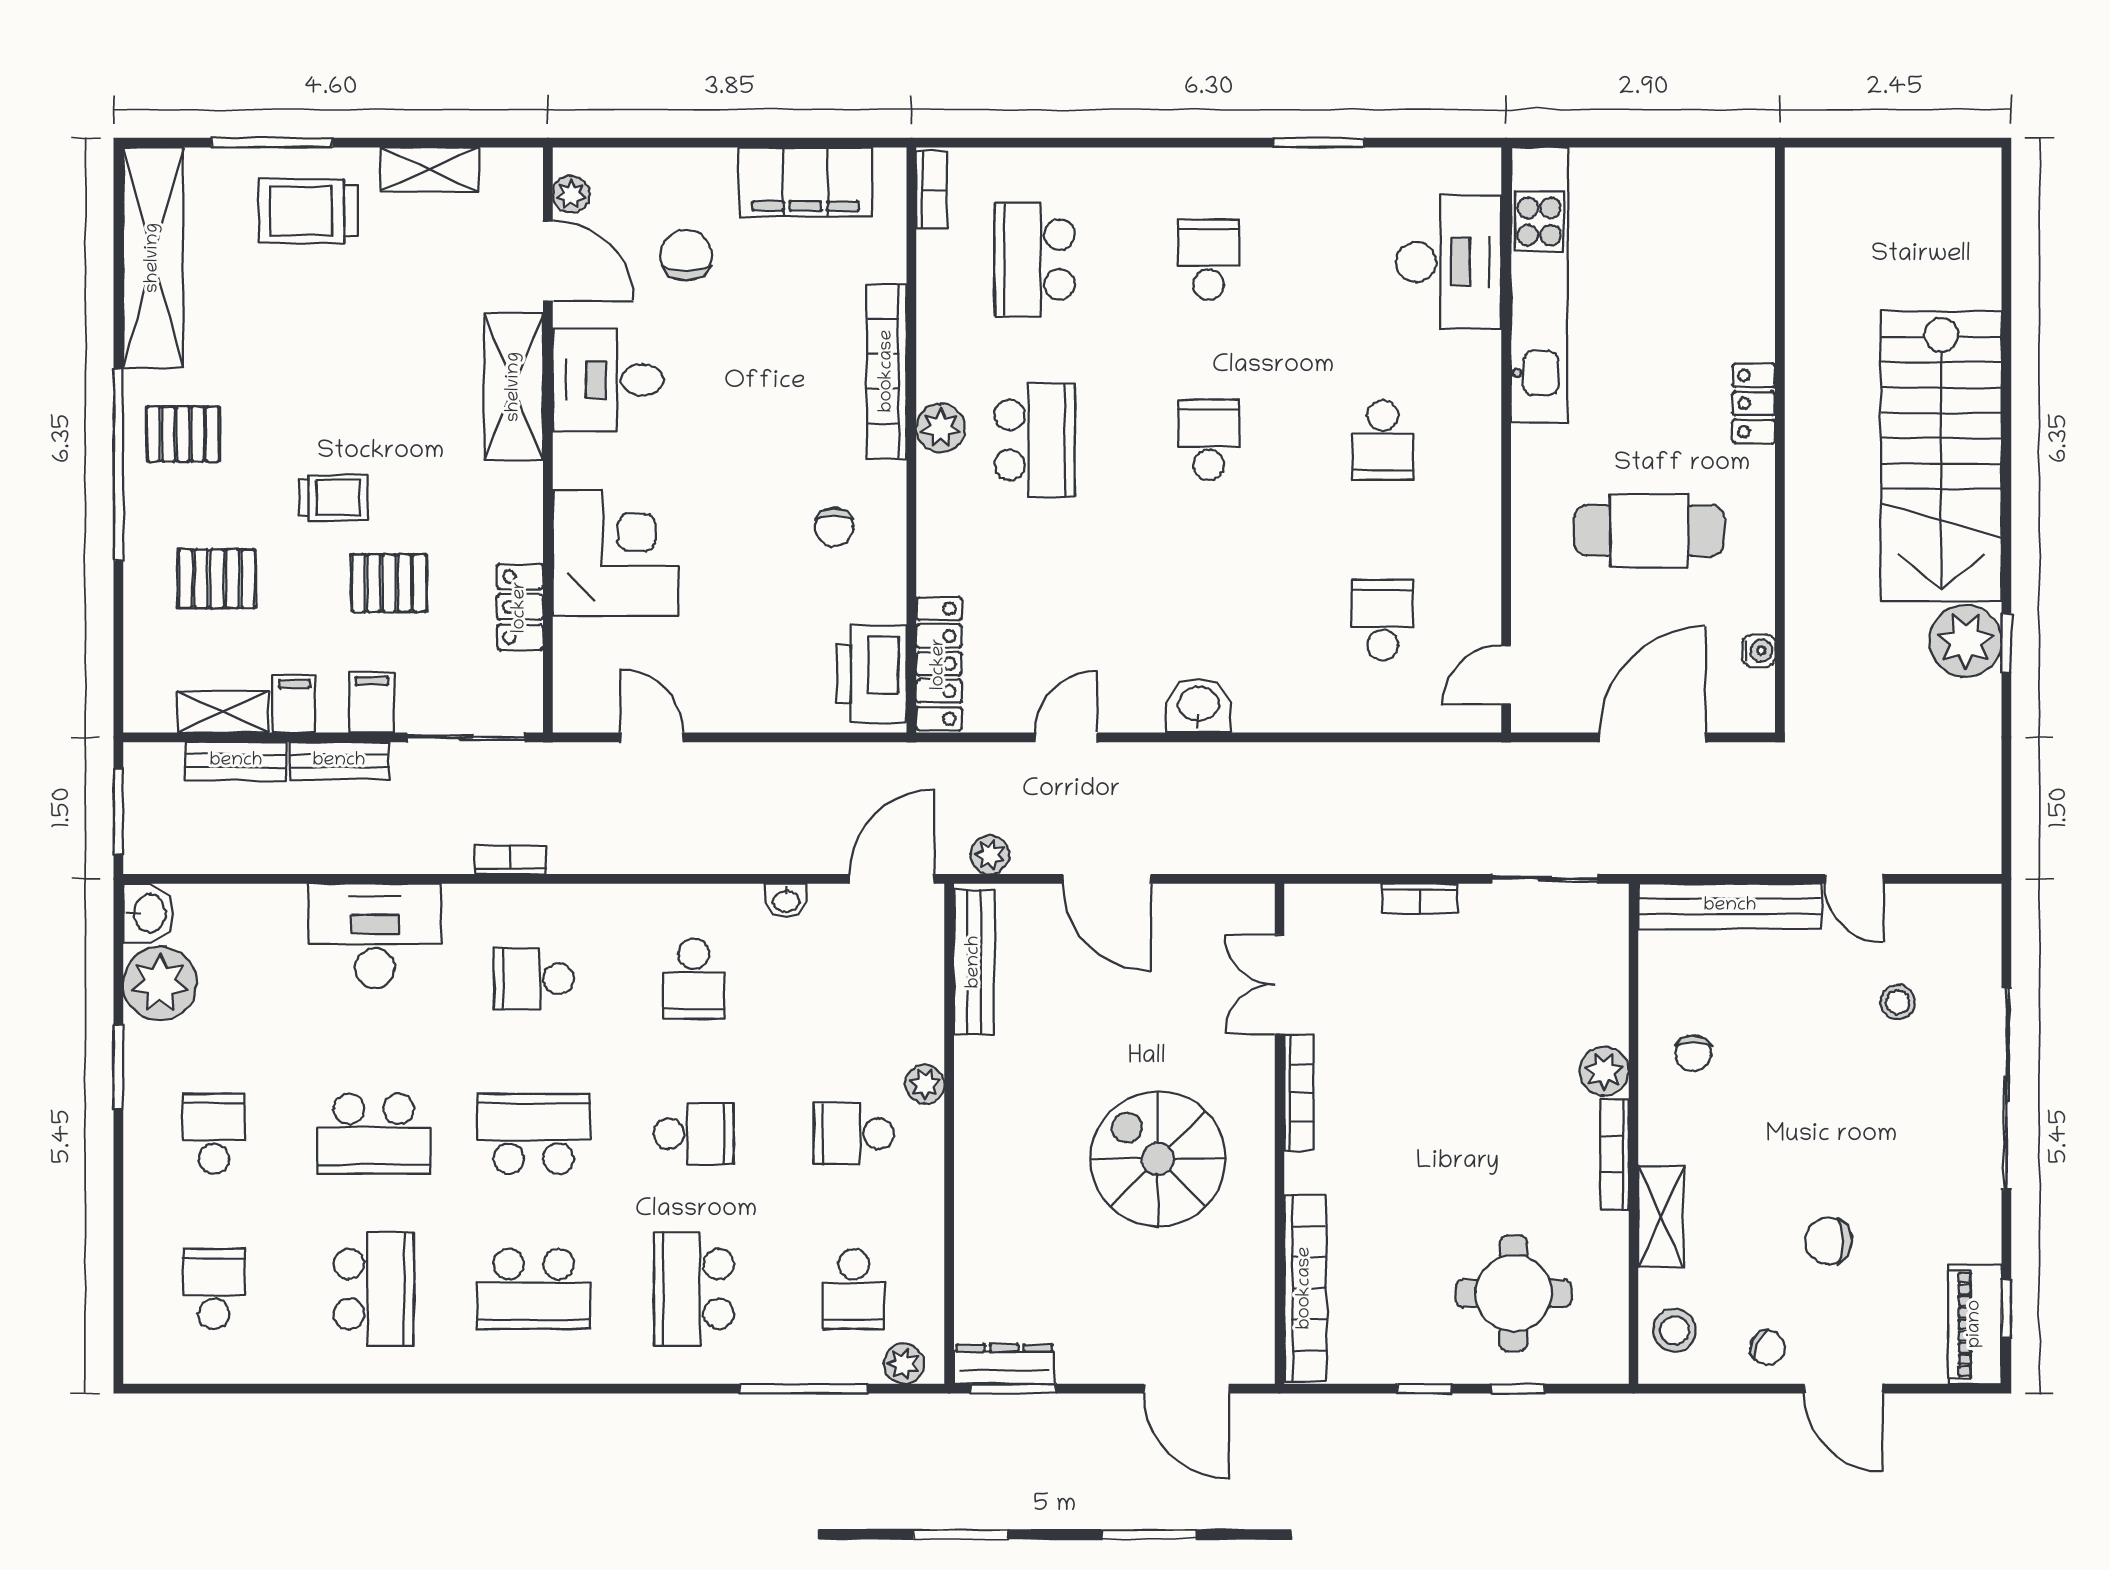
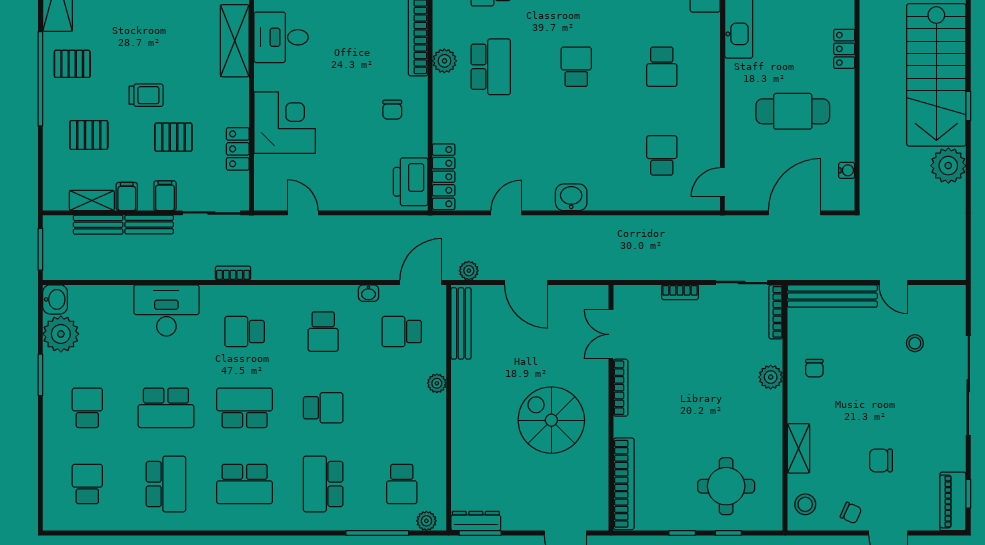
window: (2006, 643) -> (968, 106), moved
school desk: (854, 1134) -> (402, 332), moved
bookcase: (1615, 1155) -> (776, 312), moved

